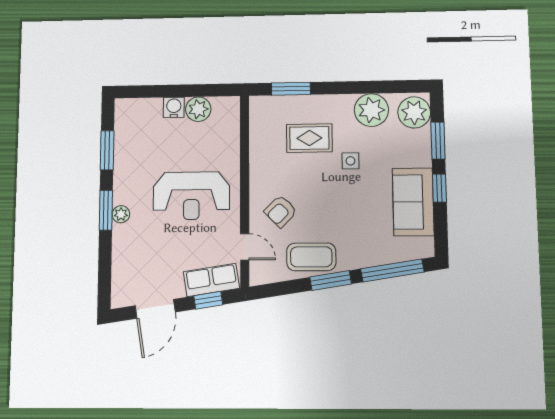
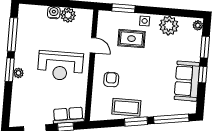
plant: (414, 112) -> (198, 25), width x0.53, depth x0.53
window: (107, 150) -> (13, 34), width x1.44
side table: (350, 161) -> (145, 21), moved
armchair: (281, 211) -> (111, 80), turned 135
door: (245, 247) -> (93, 45), moved

